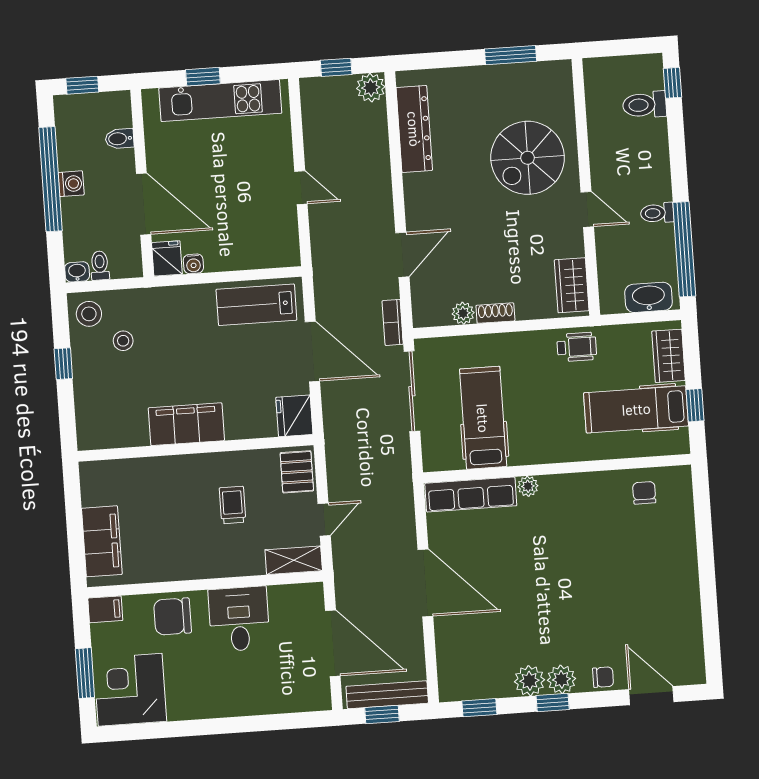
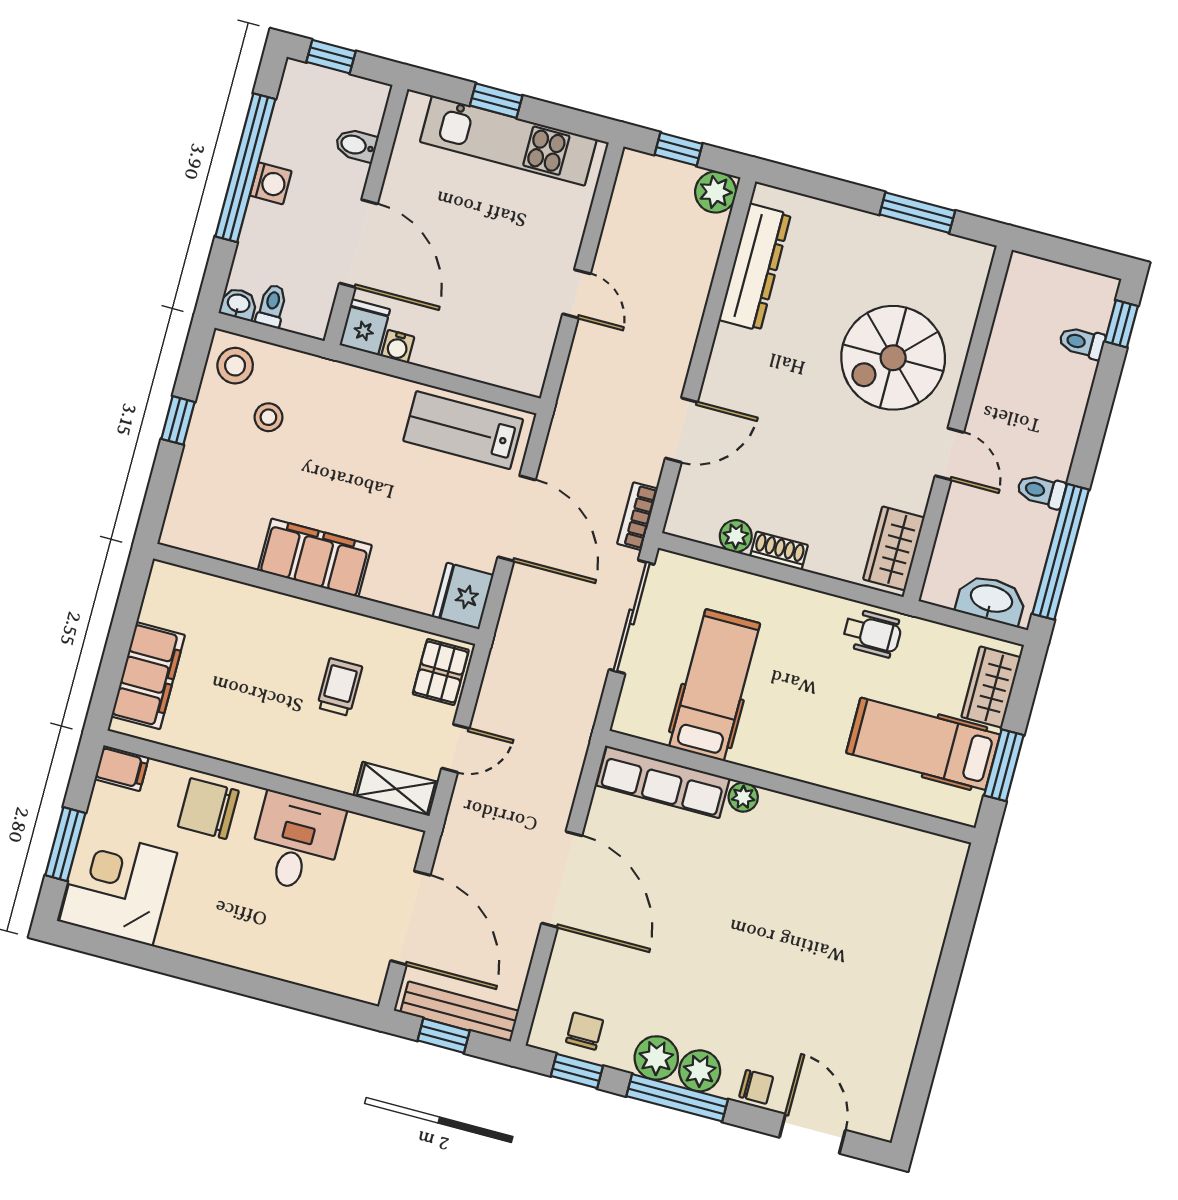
toilet: (645, 105) -> (1082, 343), width x0.73, depth x0.72
window: (695, 405) -> (1004, 765), width x1.50
chair: (644, 493) -> (585, 1031), moved
window: (553, 703) -> (677, 1098), width x2.17

